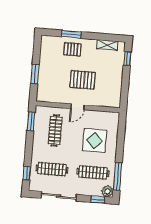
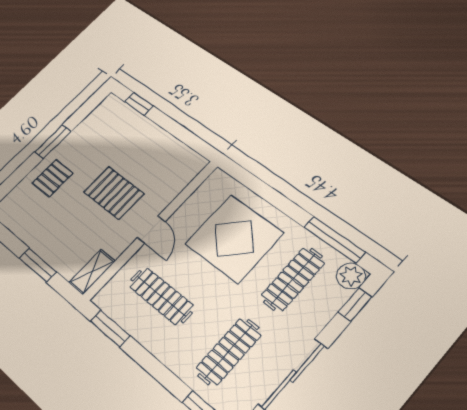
window: (71, 34) -> (53, 141), moved
shelving: (107, 45) -> (92, 272), moved
pallet: (83, 80) -> (114, 193), turned 90
display table: (95, 140) -> (234, 238), width x1.36, depth x1.36

